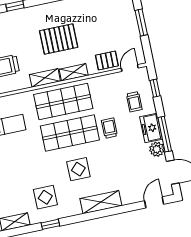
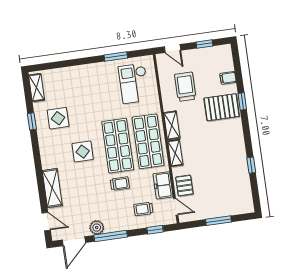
pallet: (59, 39) -> (222, 107), moved, turned 90
freezer: (151, 128) -> (163, 185), moved, turned -90
shelving: (101, 202) -> (52, 188), moved

